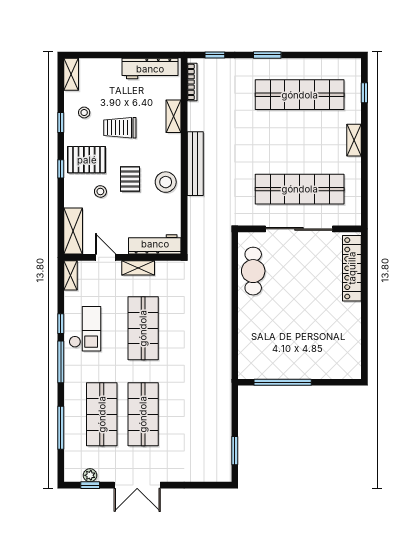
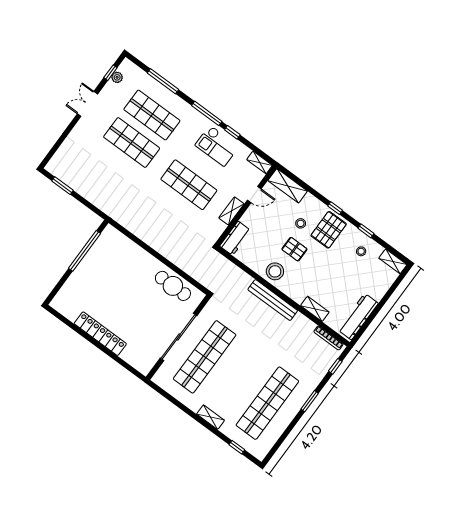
trolley: (120, 128) -> (334, 268), removed
workbench: (155, 244) -> (235, 238), width x0.73
locker: (352, 268) -> (100, 334), moved
double door: (137, 485) -> (87, 104), width x0.73

